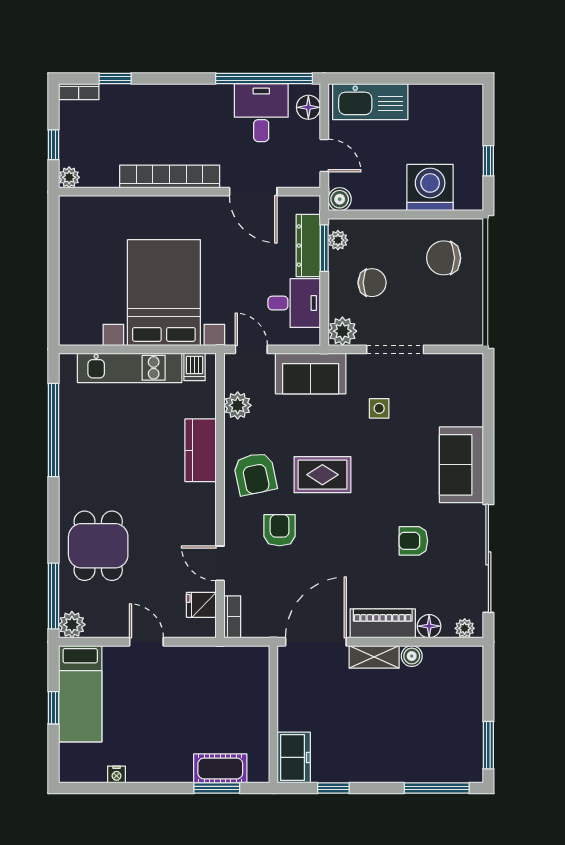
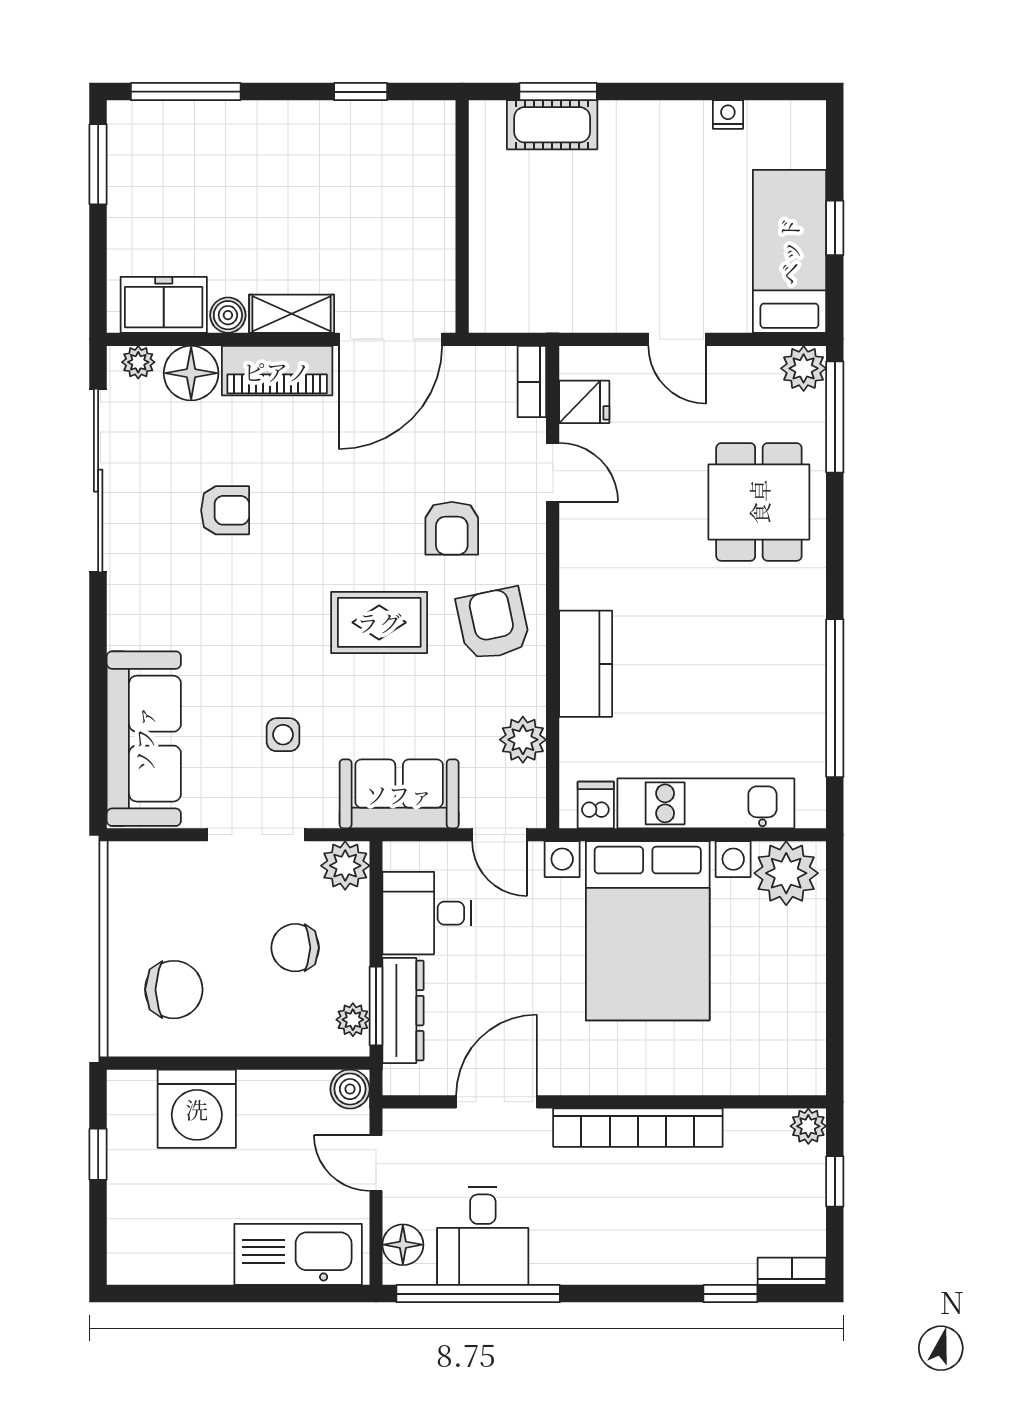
door: (253, 192) -> (496, 1102), hinge flipped
plant: (82, 327) -> (786, 873), added
sofa: (461, 465) -> (144, 739), moved, width x1.36
floor lamp: (429, 626) -> (191, 373), width x1.38, depth x1.38
freezer: (294, 757) -> (164, 305), moved, turned 90

